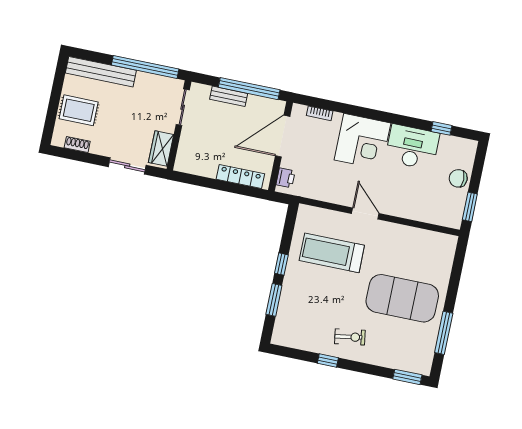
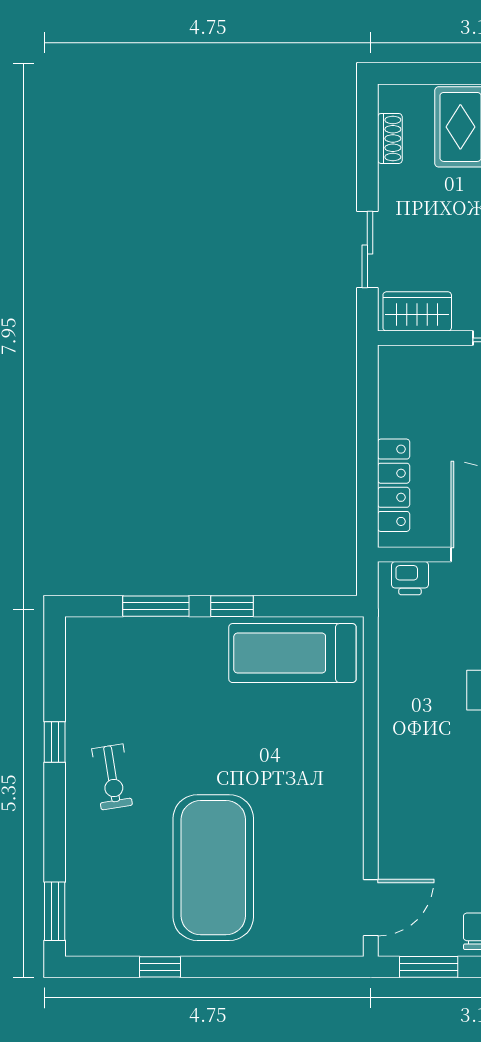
door: (365, 214) -> (371, 908), moved
treadmill: (332, 253) -> (292, 653), moved, turned -90
window: (444, 333) -> (160, 967), width x0.46

